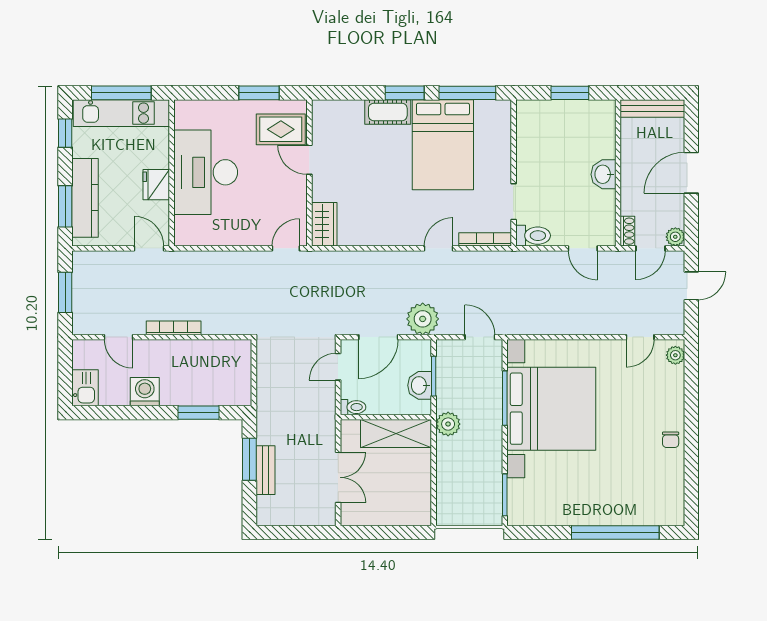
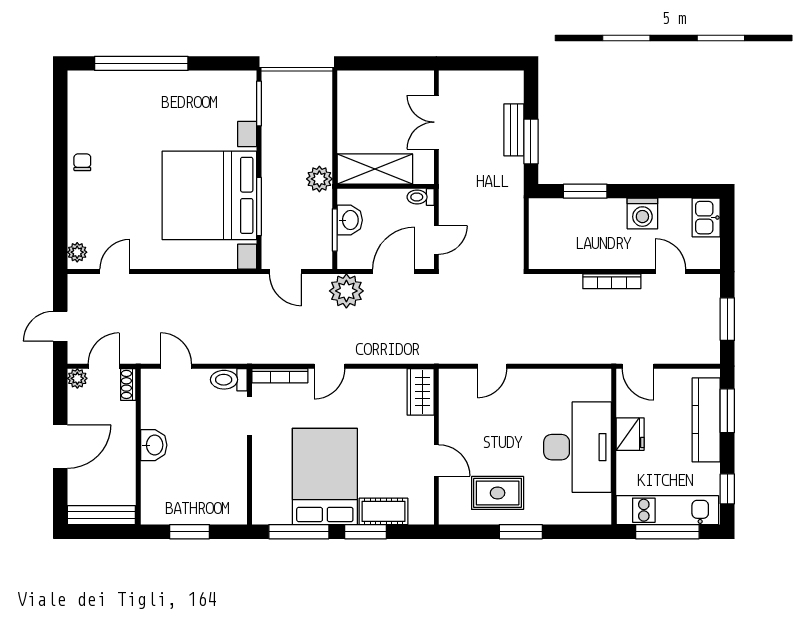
door: (309, 160) -> (436, 460), moved
wall: (309, 173) -> (436, 447), moved
wardrobe: (324, 224) -> (421, 392), moved

